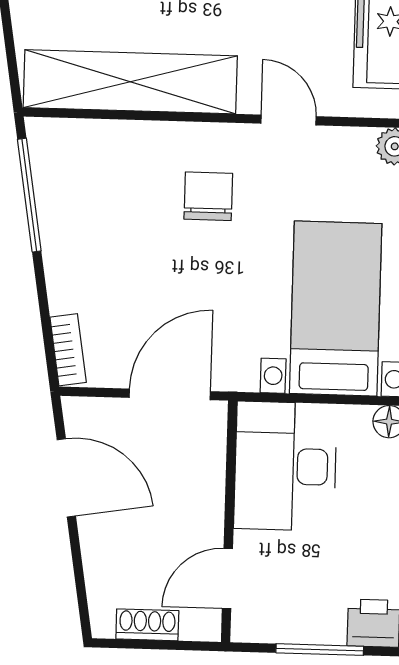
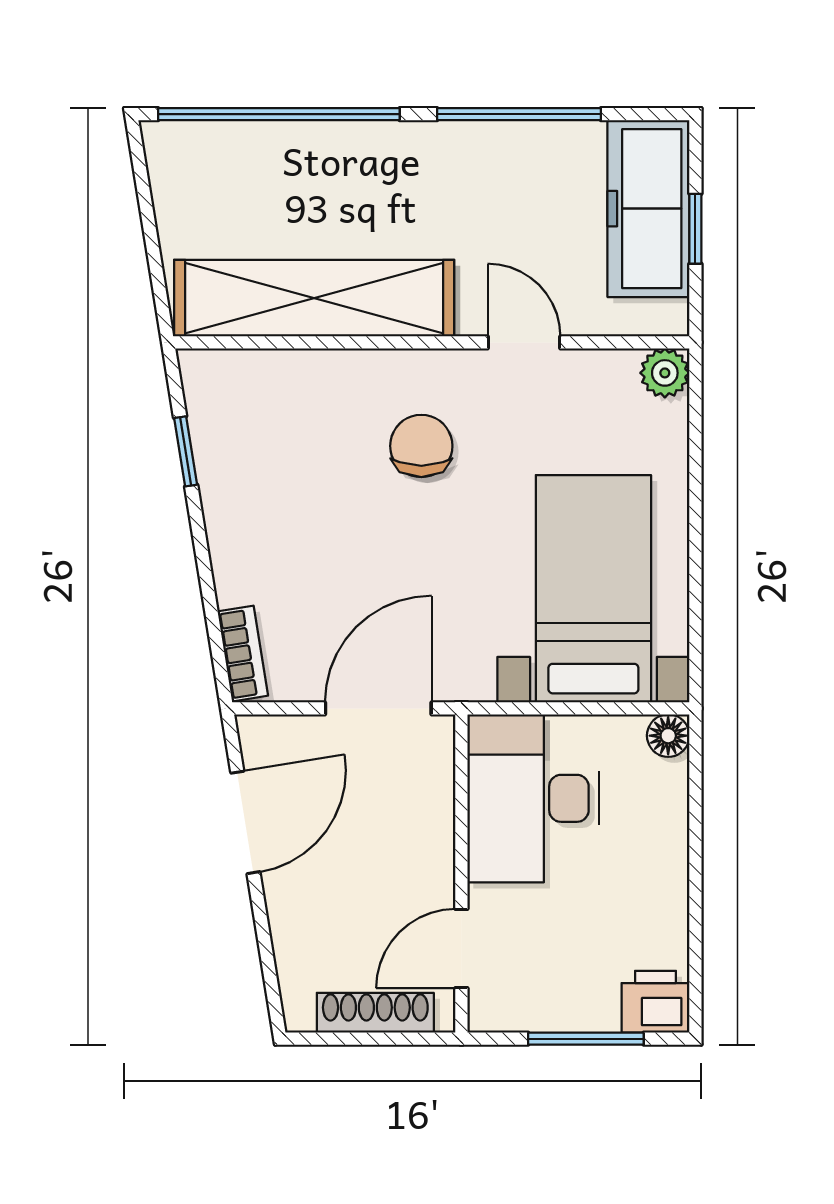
window: (29, 195) -> (186, 451), width x0.46
door: (66, 478) -> (245, 822), hinge flipped
shoe rack: (147, 625) -> (375, 1013), width x1.43

